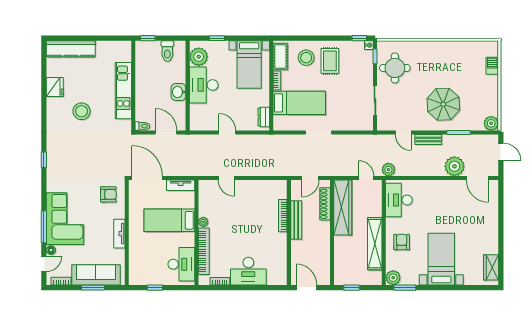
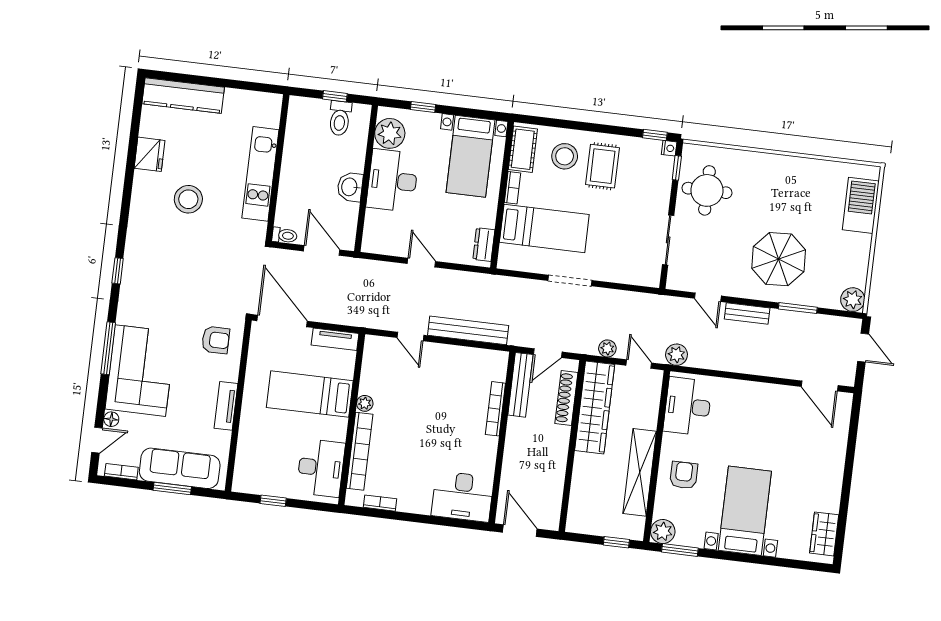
window: (148, 38) -> (335, 96), moved
barbecue: (492, 66) -> (861, 205), width x1.88, depth x1.53
plant: (454, 166) -> (607, 348), moved, width x0.53, depth x0.53
bench: (261, 170) -> (468, 330), added
bench: (296, 220) -> (520, 385), moved
window: (44, 227) -> (108, 348), moved
desk: (248, 271) -> (462, 496), moved
window: (352, 288) -> (616, 542), moved

